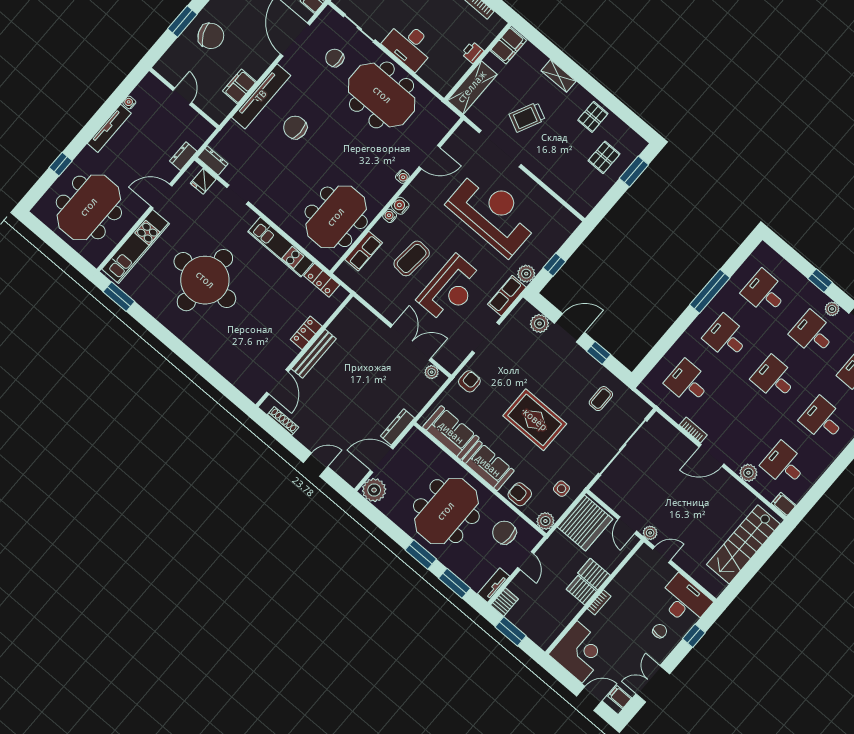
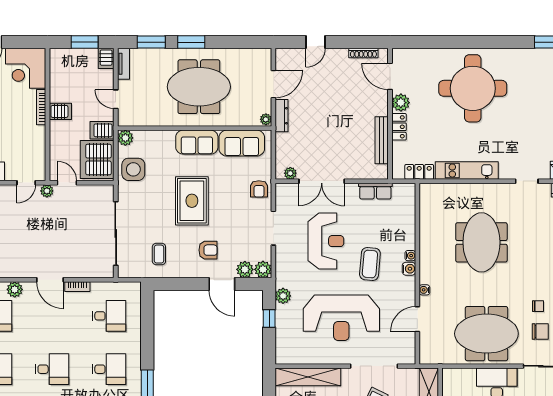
chair: (295, 127) -> (538, 306), moved, width x0.54, depth x0.54
shelving: (564, 187) -> (308, 377), added
meeting table: (336, 217) -> (481, 242), moved
row of seats: (364, 251) -> (375, 191), moved, turned -90
coffee table: (412, 258) -> (370, 264), moved
round table: (205, 280) -> (473, 88), moved
reception desk: (451, 289) -> (326, 241), turned 180
row of seats: (507, 296) -> (283, 269), removed
plant: (524, 310) -> (263, 269), added
door: (569, 328) -> (222, 284), hinge flipped
plant: (287, 352) -> (401, 103), added
window: (599, 353) -> (187, 284), removed
bench: (314, 354) -> (382, 140), moved
rug: (535, 420) -> (192, 201), turned 90
door: (712, 455) -> (50, 280), swing flipped
side table: (561, 489) -> (133, 169), width x1.87, depth x1.87
plant: (374, 490) -> (266, 119), moved, width x0.53, depth x0.53
armchair: (520, 494) -> (208, 250), moved
meeting table: (446, 511) -> (199, 87), turned 90
chair: (504, 533) -> (147, 106), removed
server rack: (594, 574) -> (102, 130), moved, turned 180
bookcase: (599, 602) -> (41, 107), width x1.56

